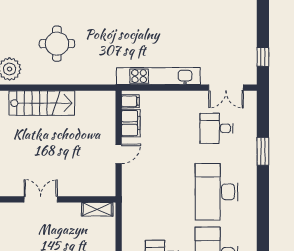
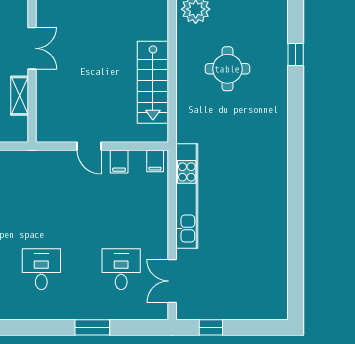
stairs: (42, 103) -> (153, 82), moved
filing cabinet: (131, 123) -> (119, 161), width x0.50
desk: (217, 192) -> (41, 269), width x0.53, depth x0.77
shelving: (97, 209) -> (20, 96), moved

